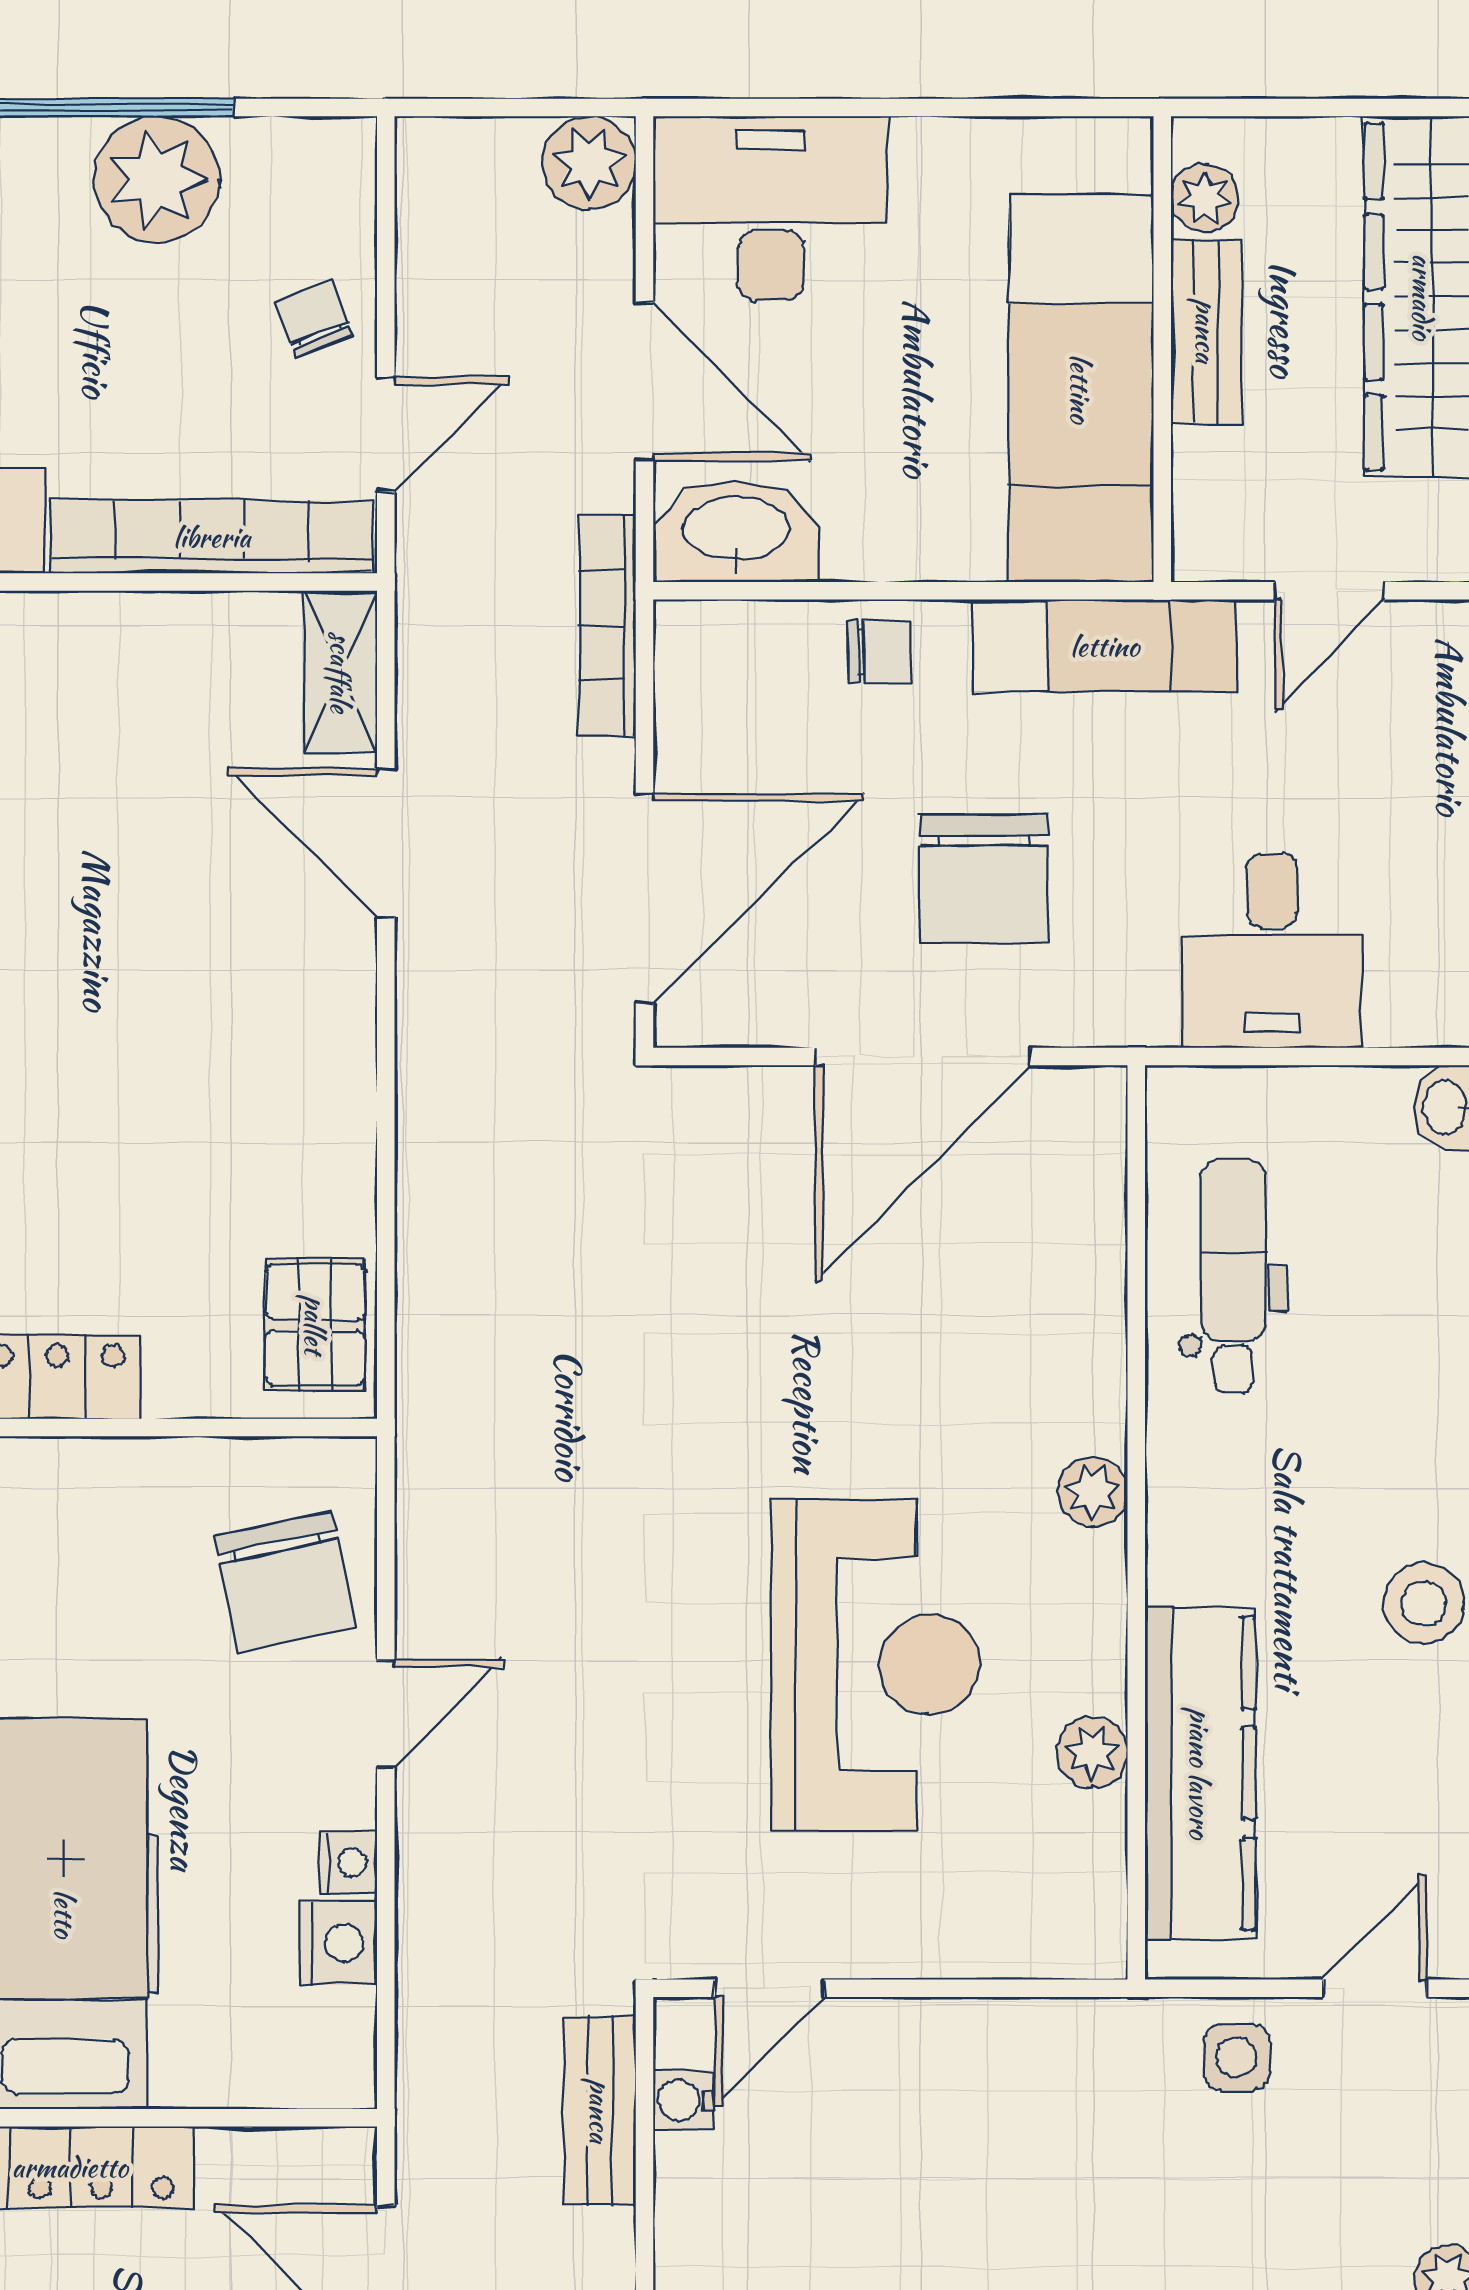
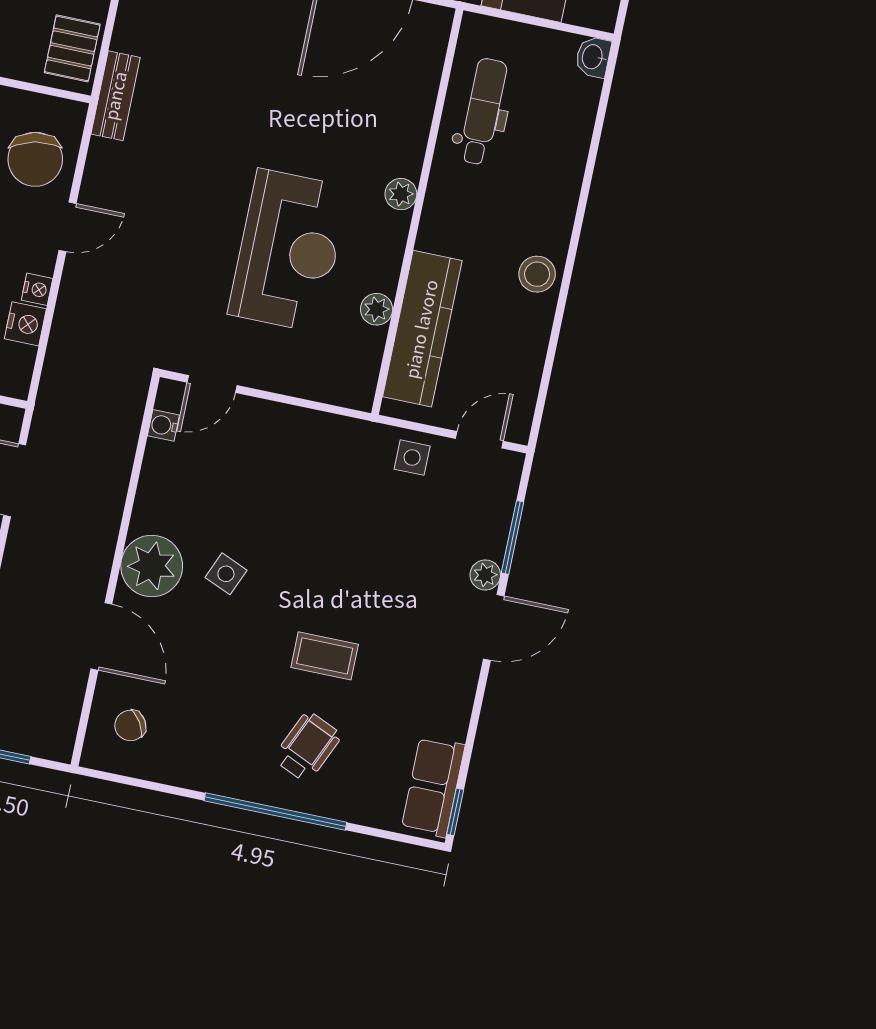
bench: (600, 2111) -> (116, 96), moved

